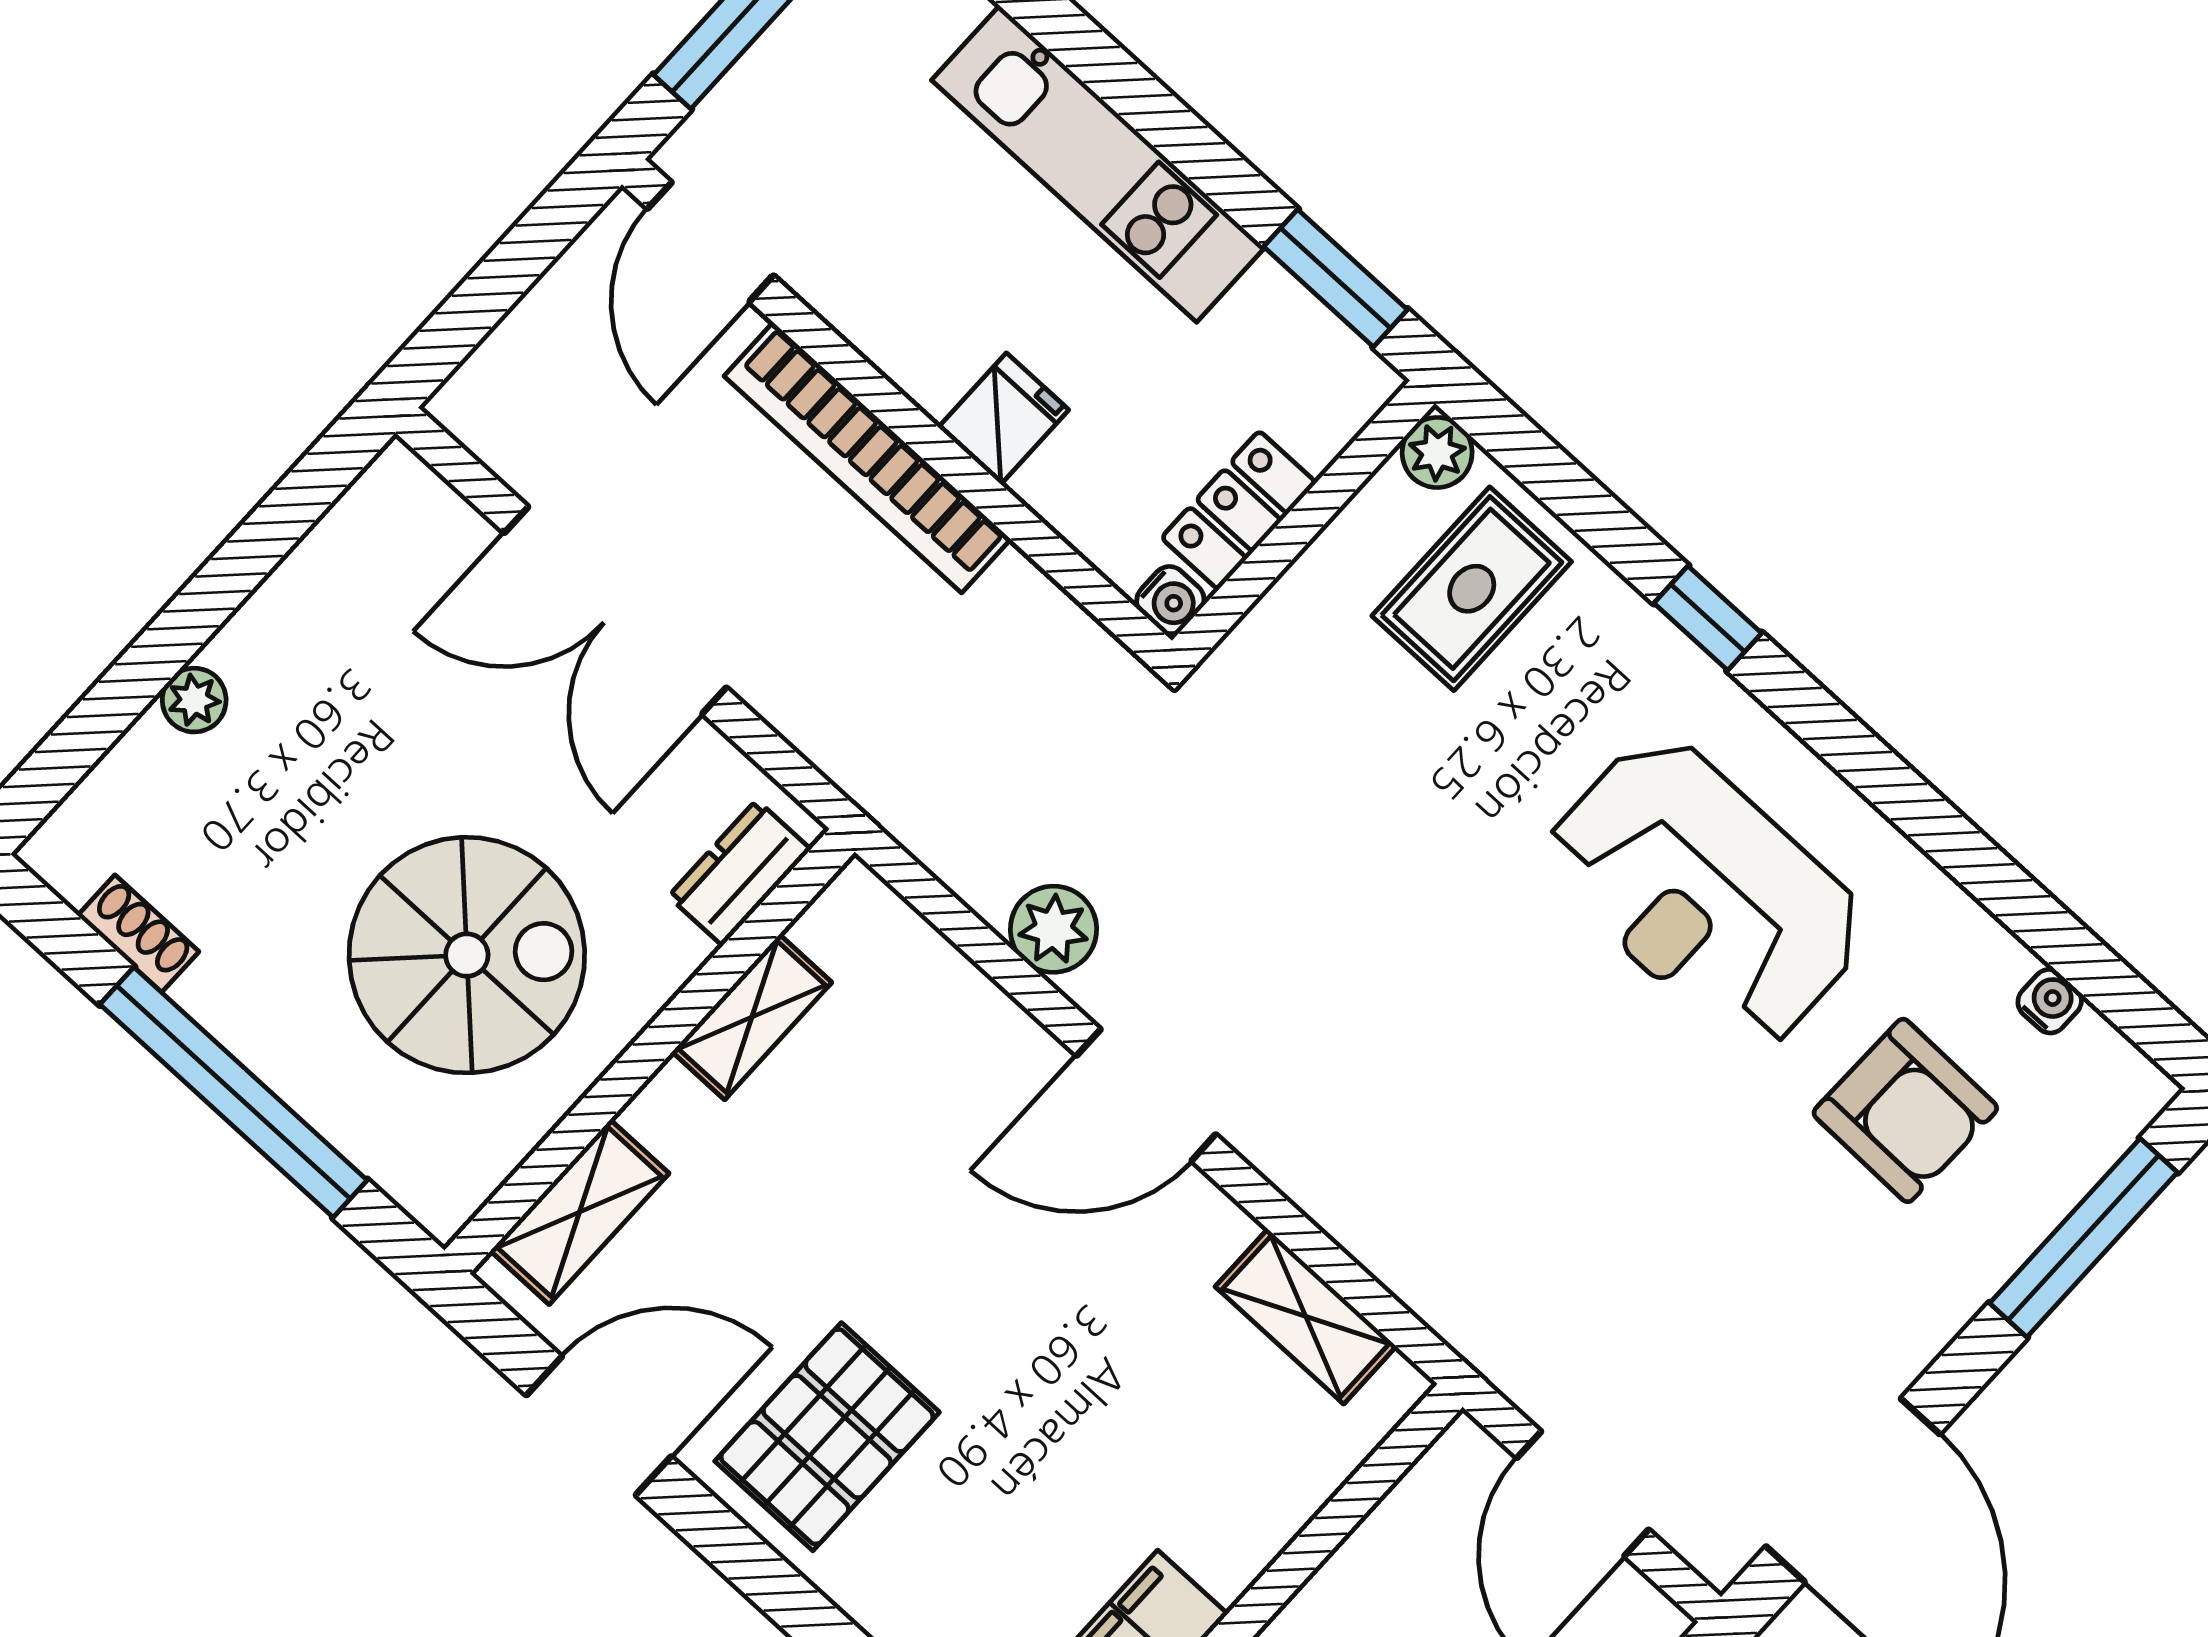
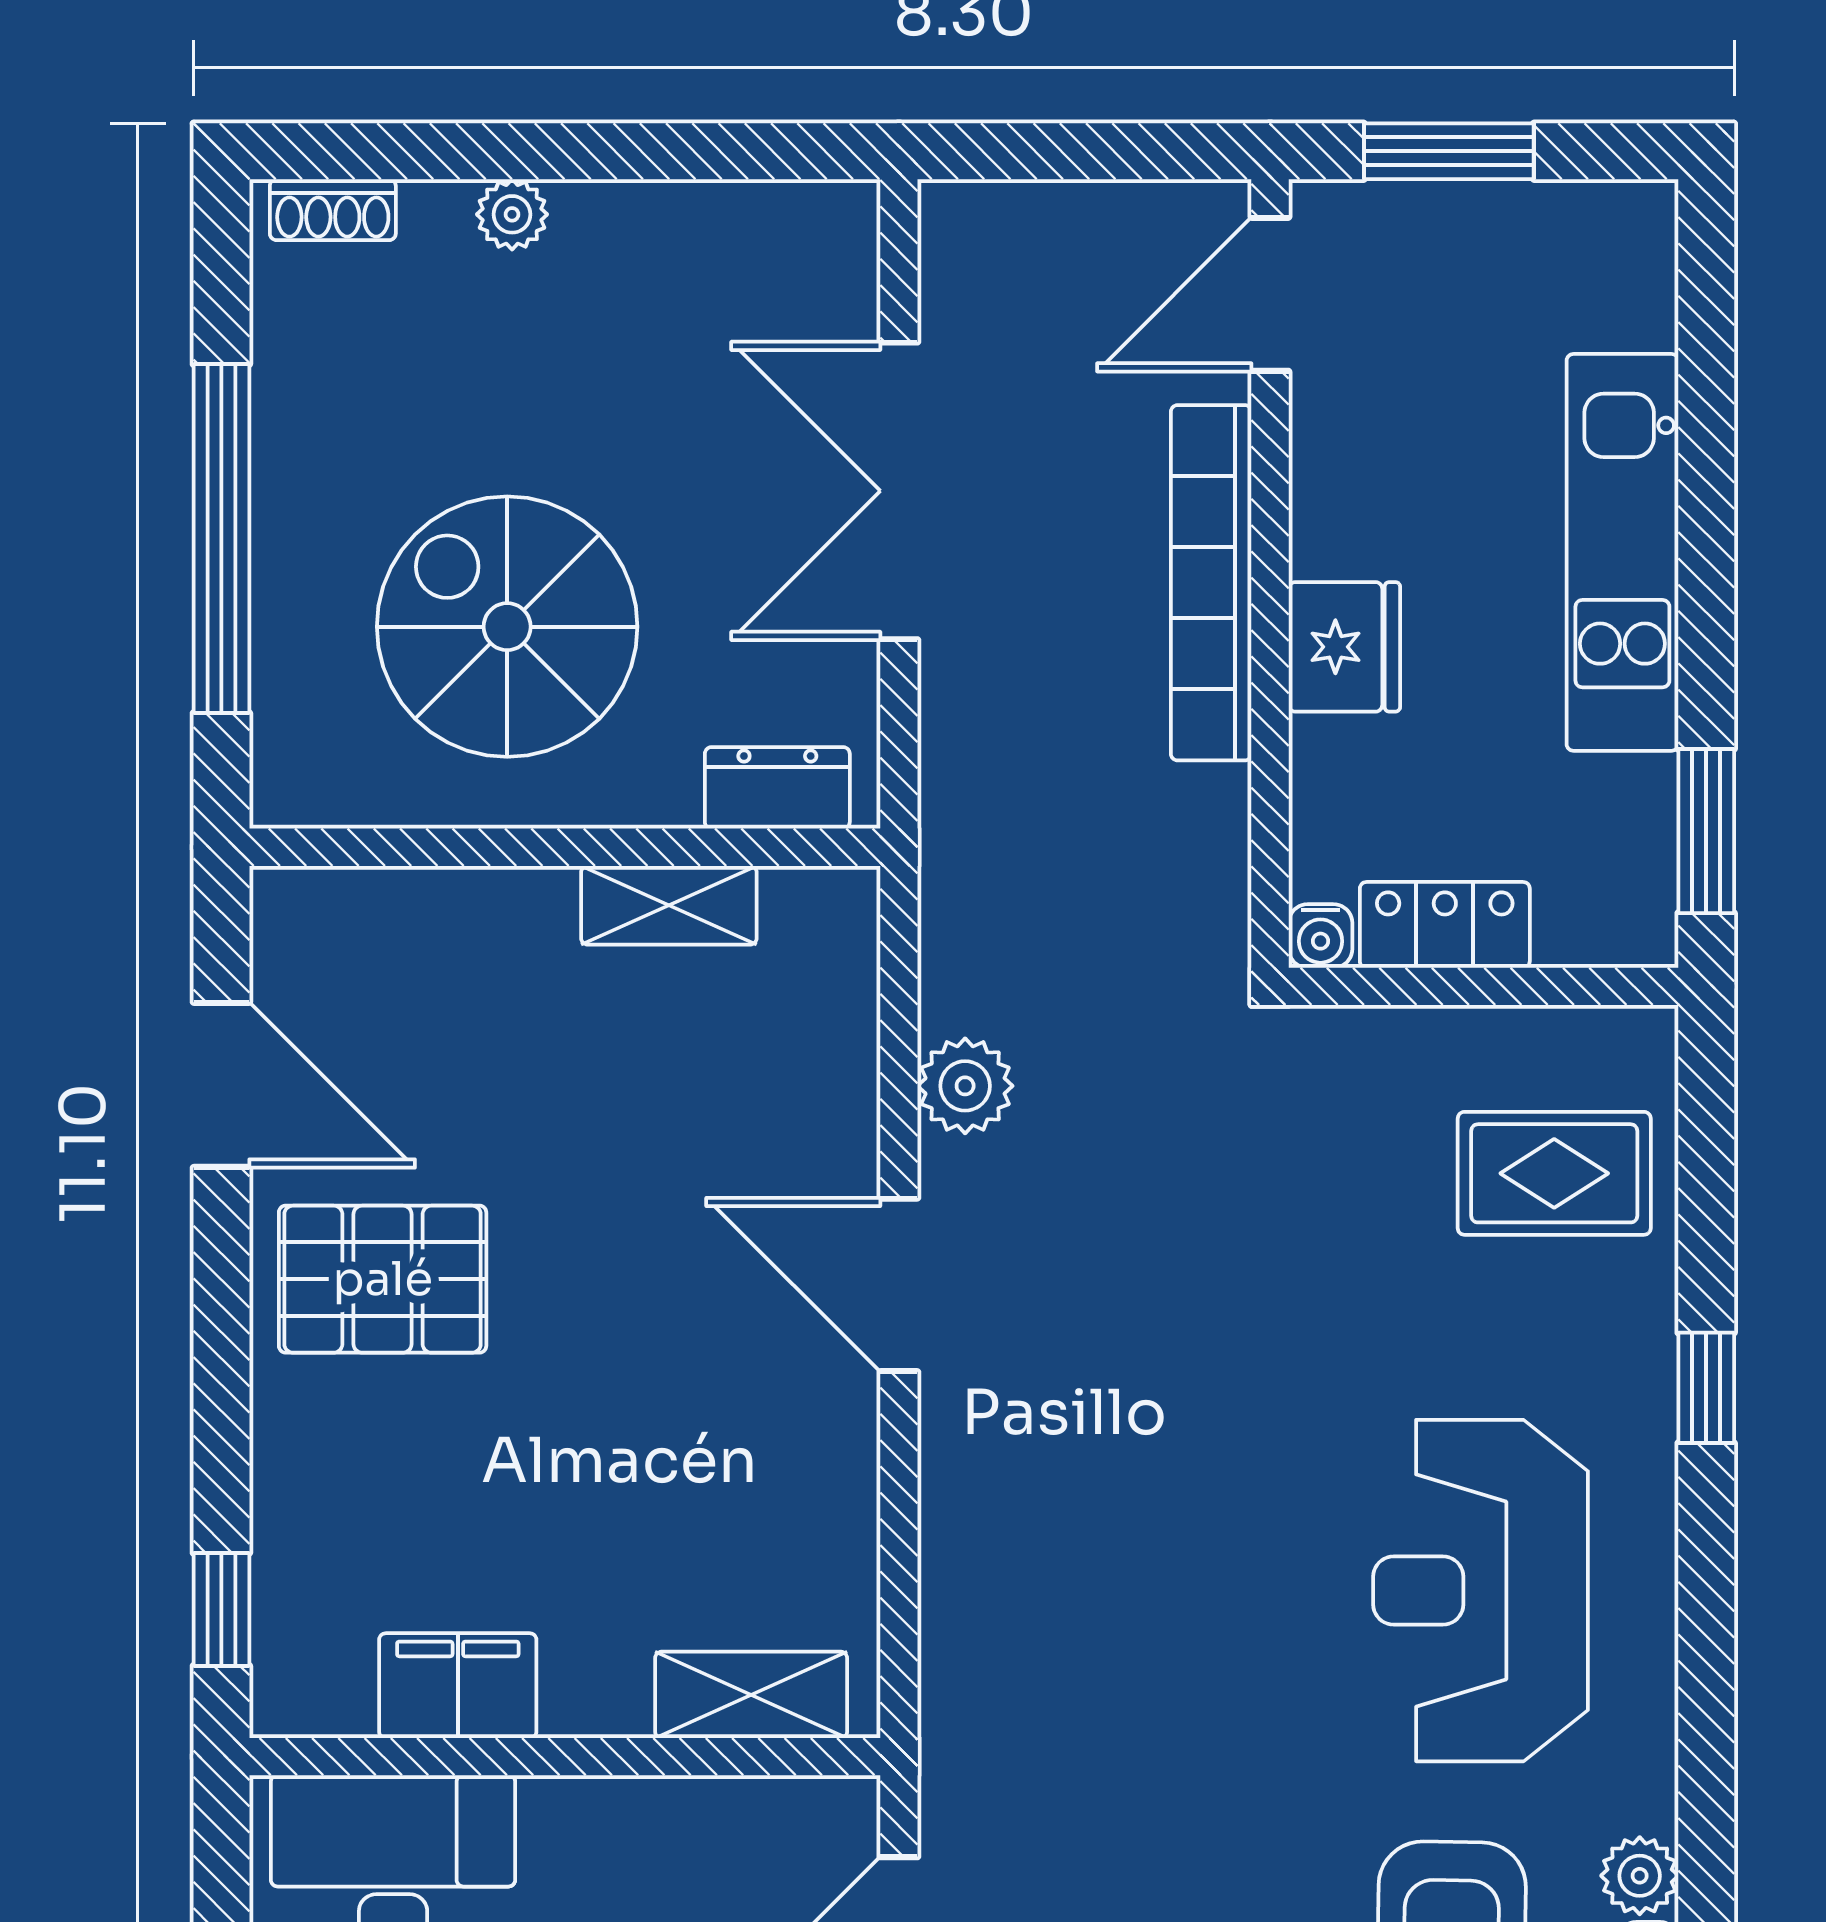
fridge: (1004, 419) -> (1344, 647), width x1.38
plant: (1437, 452) -> (1640, 1876), moved
shoe rack: (138, 934) -> (333, 210), moved, turned 90
spiral stairs: (467, 955) -> (507, 627), turned 180
shelving: (580, 1212) -> (382, 910), removed
shelving: (1306, 1316) -> (751, 1695), moved, turned 90

